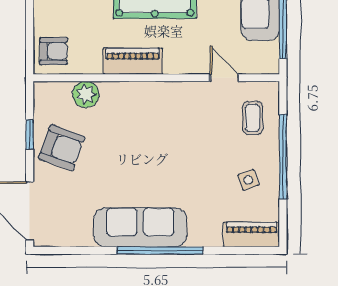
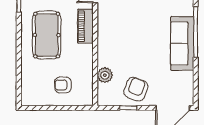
armchair: (53, 51) -> (63, 85), moved, turned -90
piano: (133, 61) -> (85, 26), moved

